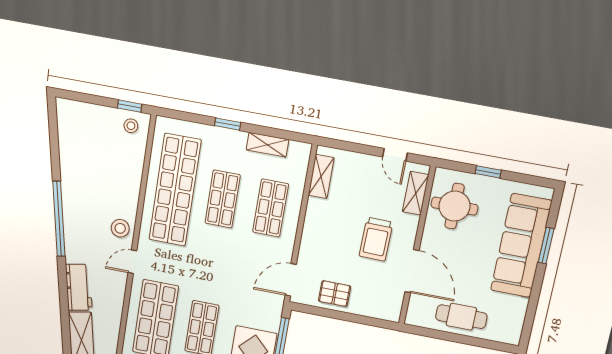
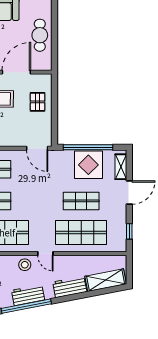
workbench: (75, 225) -> (28, 295), added
pallet: (335, 294) -> (38, 102), moved

